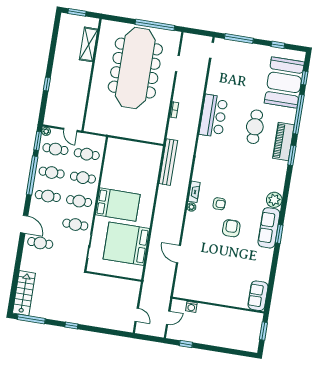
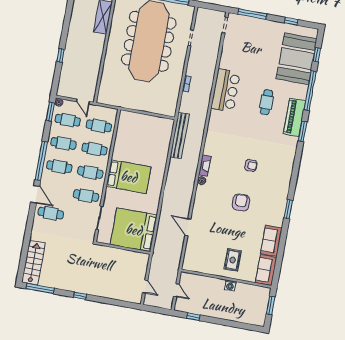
cafe table: (255, 127) -> (266, 102), width x0.73, depth x0.74
window: (32, 175) -> (41, 161), moved
plant: (274, 200) -> (284, 175), removed
armchair: (219, 204) -> (251, 165), moved
sofa: (269, 228) -> (271, 241), moved, width x0.73
bed: (126, 244) -> (134, 230), moved
rug: (224, 286) -> (233, 260), added
washing machine: (191, 307) -> (230, 285), moved
door: (168, 318) -> (176, 290), hinge flipped

